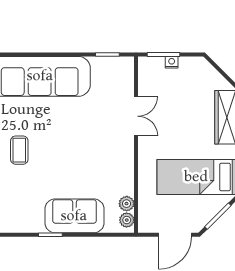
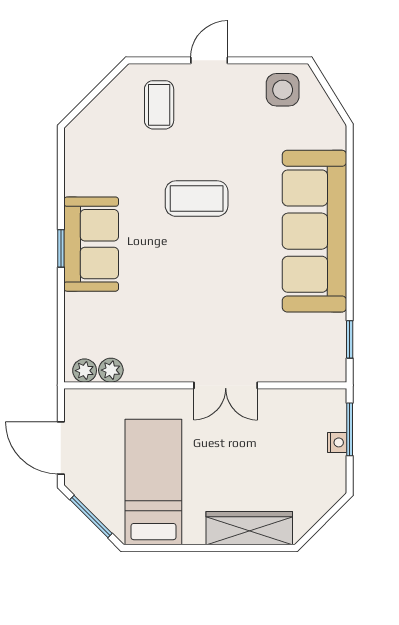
double door: (136, 116) -> (226, 385), moved
coffee table: (19, 150) -> (197, 199), width x1.36, depth x1.30
sofa: (74, 216) -> (91, 244), moved

